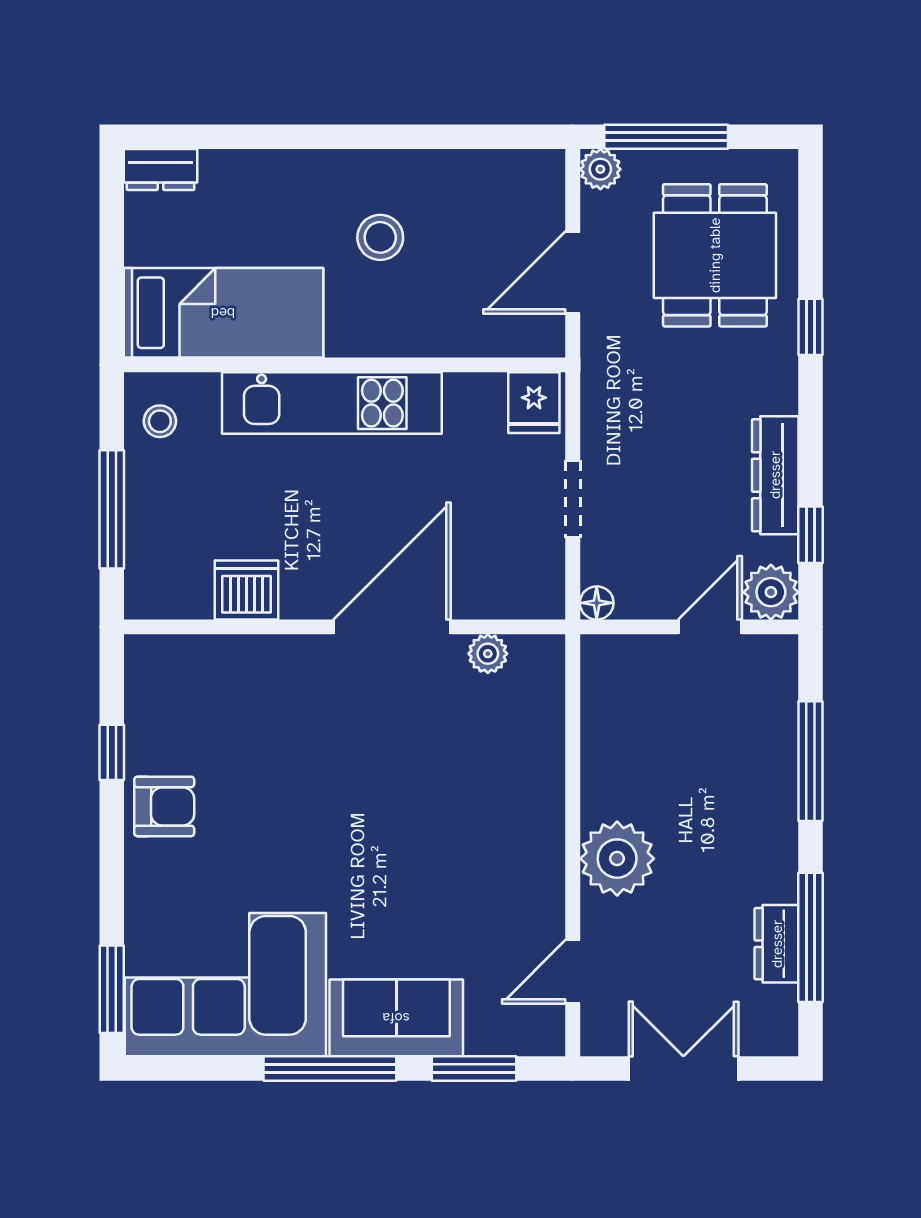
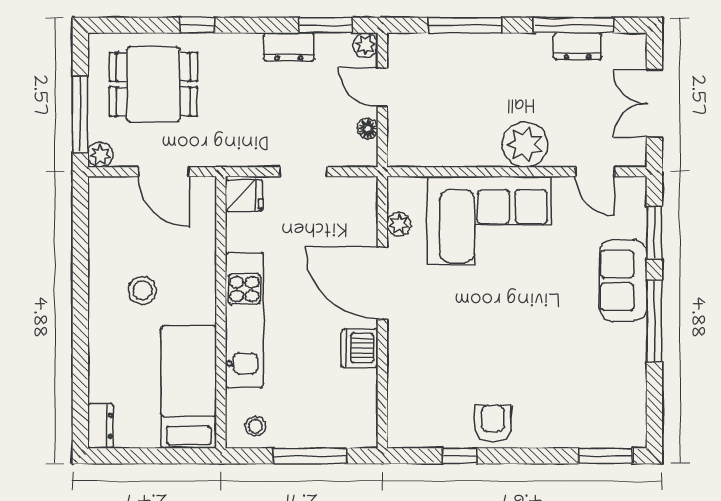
dresser: (775, 475) -> (289, 47), width x0.70
window: (811, 535) -> (326, 25), width x1.50
dishwasher: (247, 590) -> (360, 348), moved
plant: (771, 592) -> (365, 45), width x0.73, depth x0.73
floor lamp: (597, 603) -> (368, 129), moved
corner sofa: (225, 985) -> (489, 220), moved, turned -90

